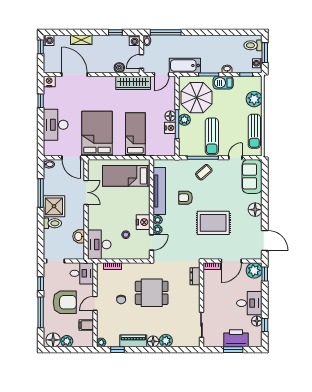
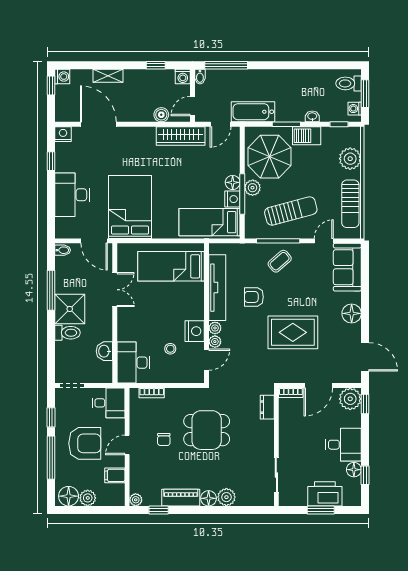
bed: (135, 134) -> (209, 222), moved, turned -90
sun lounger: (212, 136) -> (291, 211), turned -105

